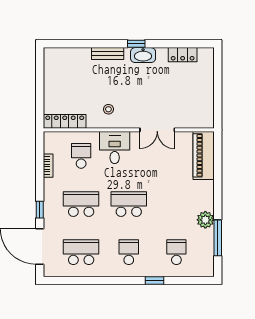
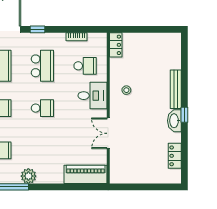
bench: (108, 54) -> (176, 89), width x1.36
locker: (65, 121) -> (116, 45), width x0.66
school desk: (129, 204) -> (42, 108), width x0.54

